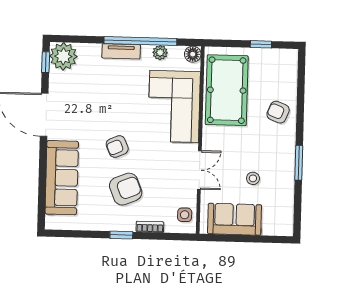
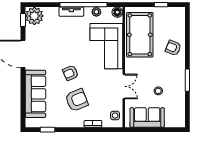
window: (121, 235) -> (48, 130), moved

